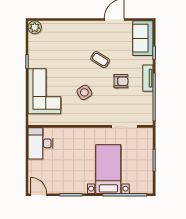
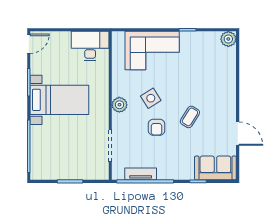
tv unit: (148, 78) -> (141, 174), moved
armchair: (121, 81) -> (156, 127), moved
plant: (90, 119) -> (119, 105), added
bed with nightstands: (108, 169) -> (59, 100), moved

